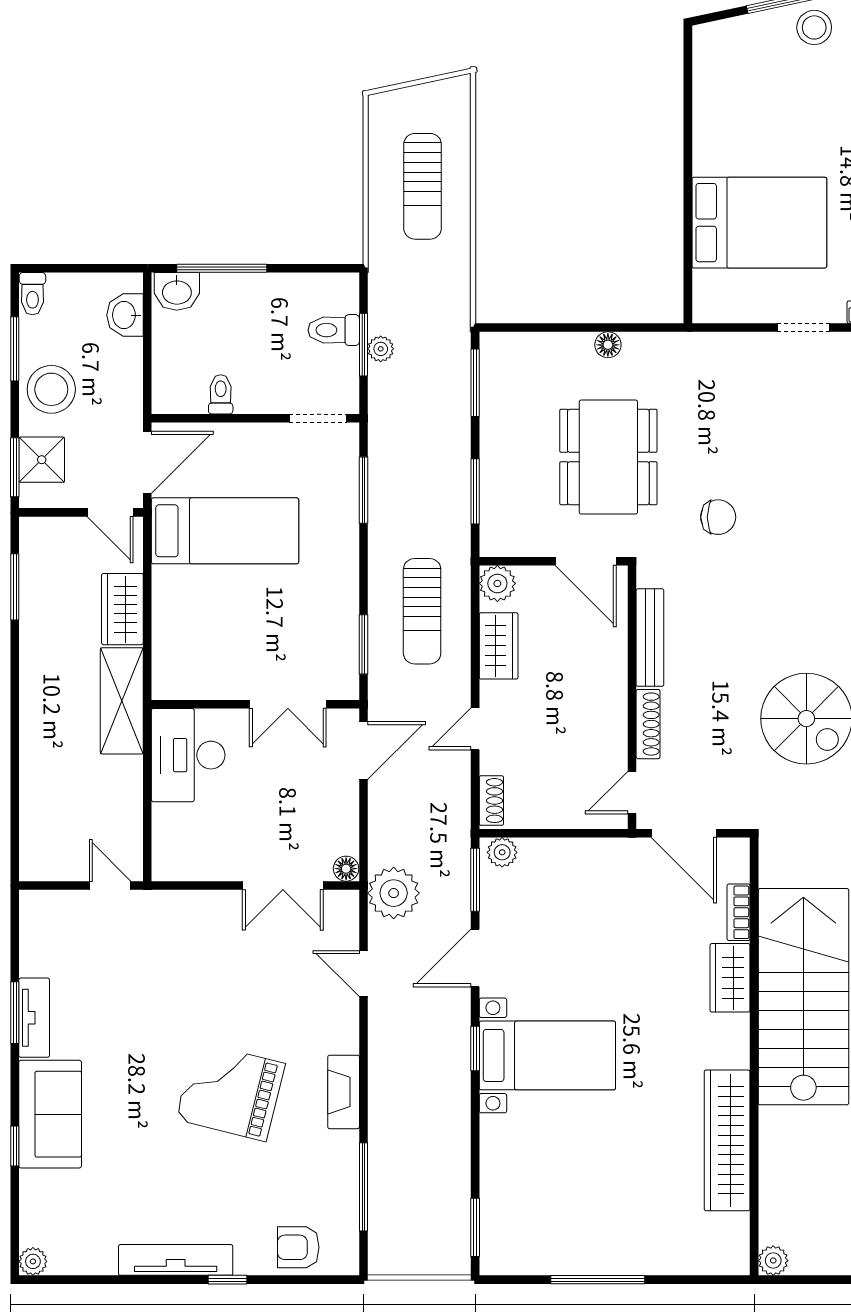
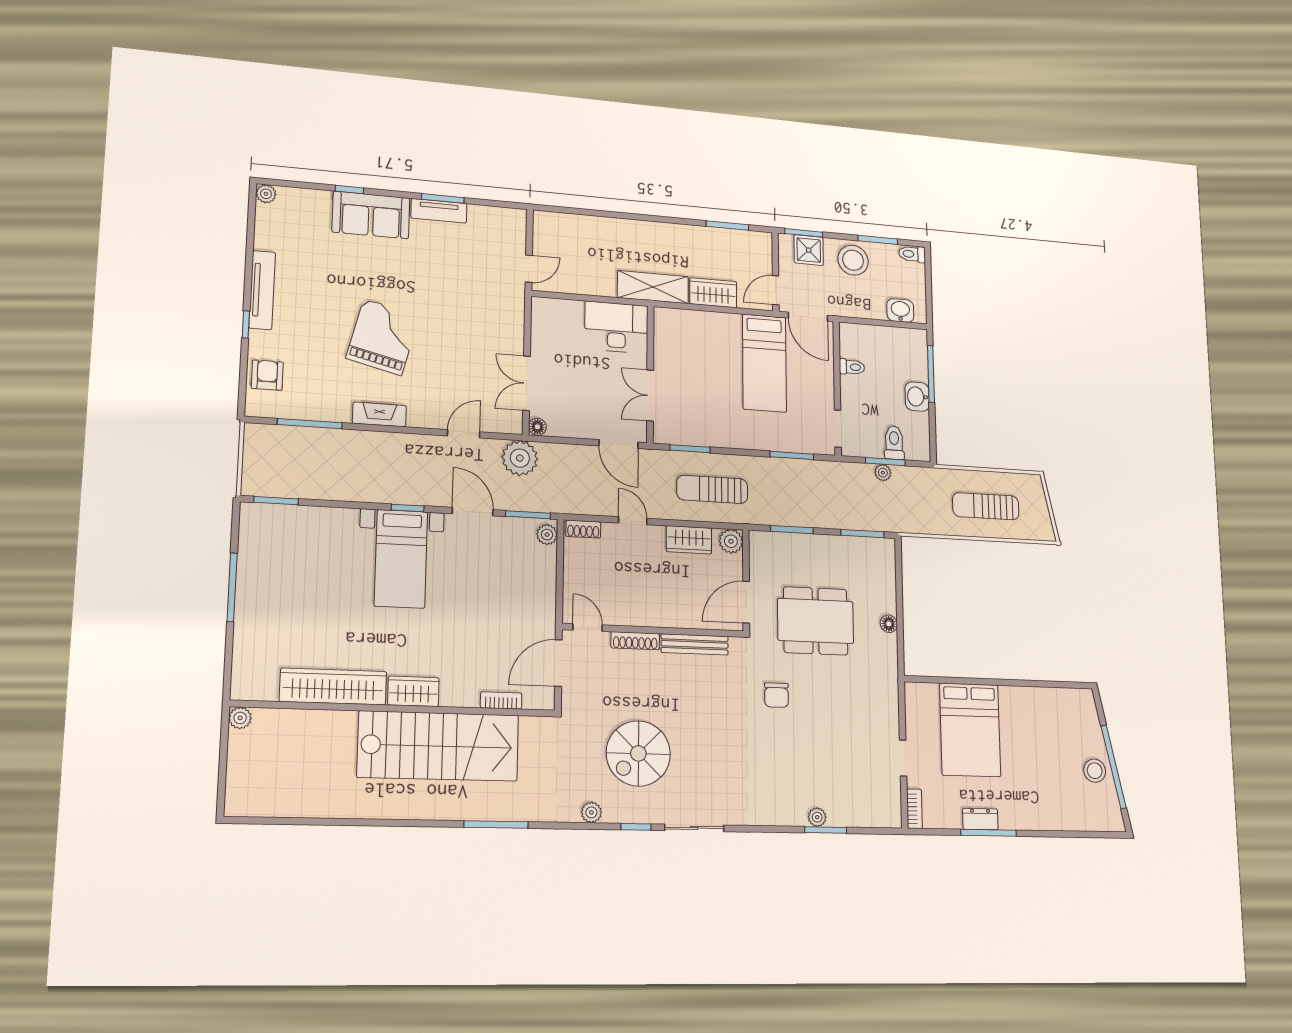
washbasin: (177, 291) -> (917, 397), moved
wardrobe: (730, 978) -> (413, 691), moved

